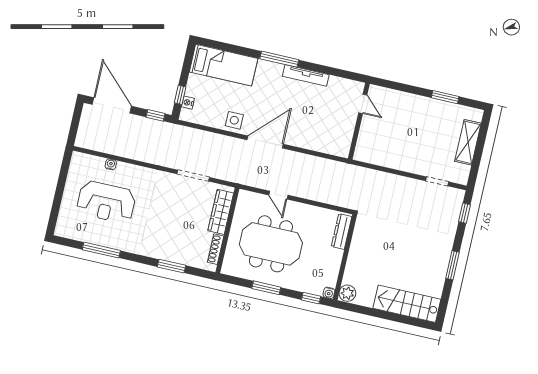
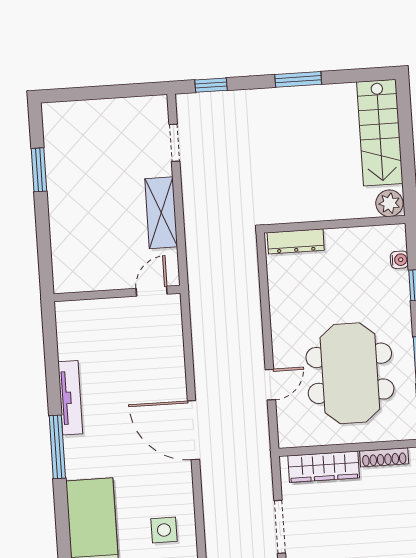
door: (363, 104) -> (152, 291), moved
side table: (234, 120) -> (164, 530), moved
shelving: (468, 142) -> (161, 213), moved, turned 90
dresser: (342, 231) -> (296, 241), moved
wall: (345, 257) -> (335, 224), moved
plant: (347, 293) -> (389, 203), moved

